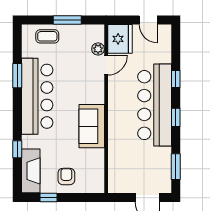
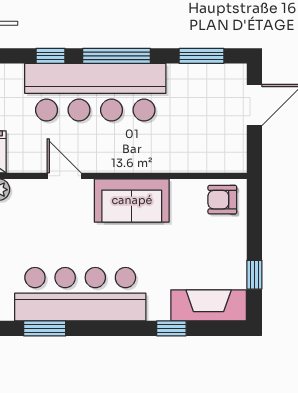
door: (106, 65) -> (64, 176), moved
window: (176, 117) -> (117, 56), width x2.17
armchair: (66, 177) -> (222, 200), moved

